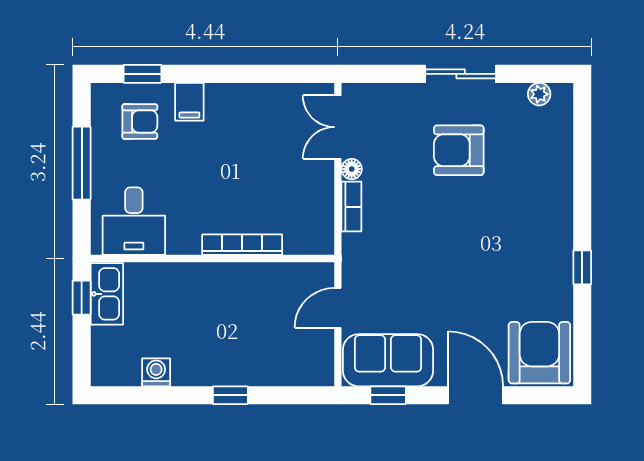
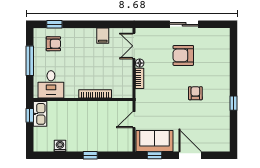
plant: (539, 94) -> (216, 33), removed
filing cabinet: (189, 102) -> (103, 36), moved
armchair: (539, 353) -> (195, 93), moved, width x0.53, depth x0.53

